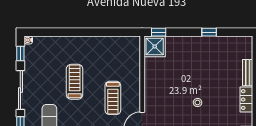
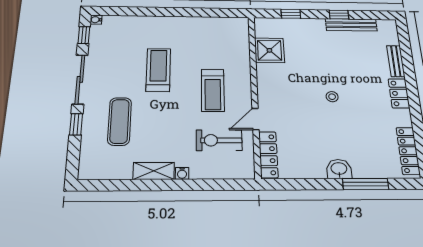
window: (159, 32) -> (291, 14), moved
bench: (218, 41) -> (351, 25), added
shower: (155, 46) -> (269, 50), moved

